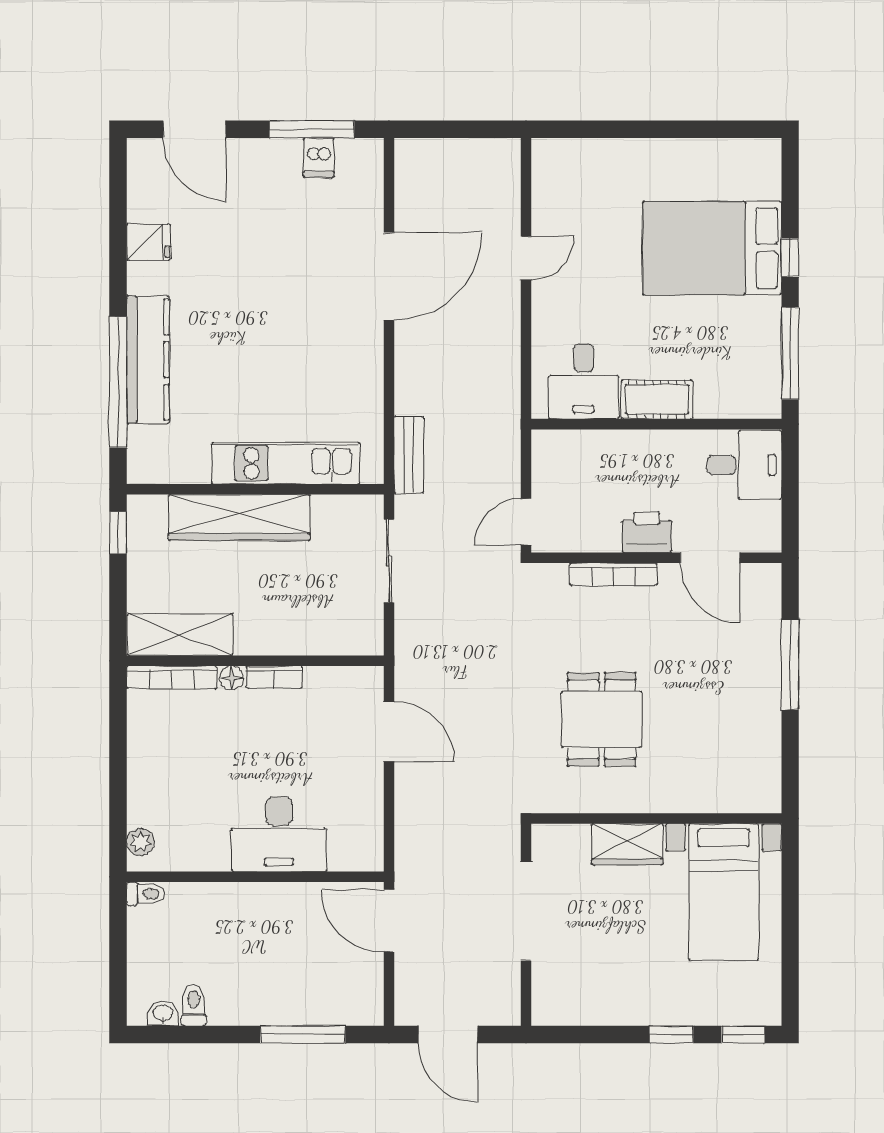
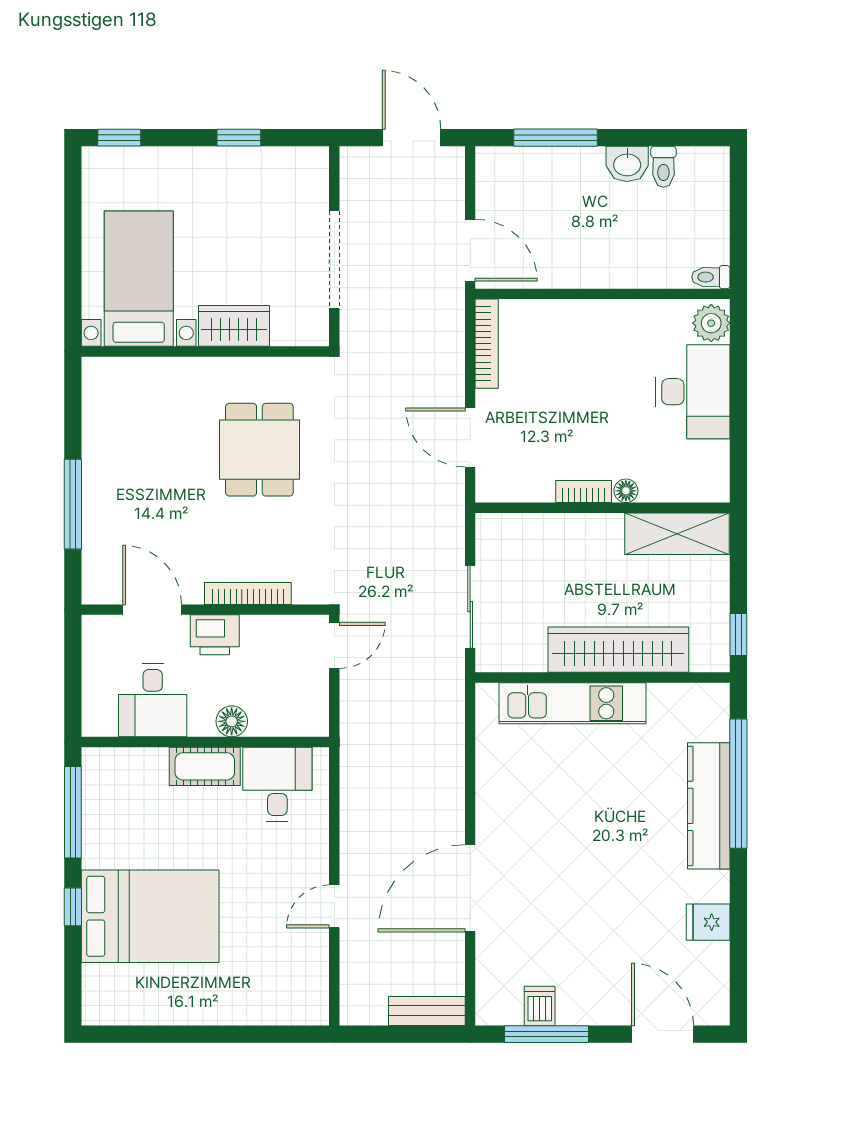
floor lamp: (630, 445) -> (232, 721), added
bench: (409, 455) -> (427, 1011), moved, turned 90
desk: (744, 465) -> (153, 700), moved, turned -90
bookcase: (172, 677) -> (487, 344), moved, turned 90
desk: (279, 834) -> (693, 392), moved, turned 90
plant: (140, 842) -> (711, 323), width x1.38, depth x1.38
washbasin: (163, 1014) -> (627, 164), moved, width x1.38, depth x1.45
window: (671, 1034) -> (239, 138), moved

